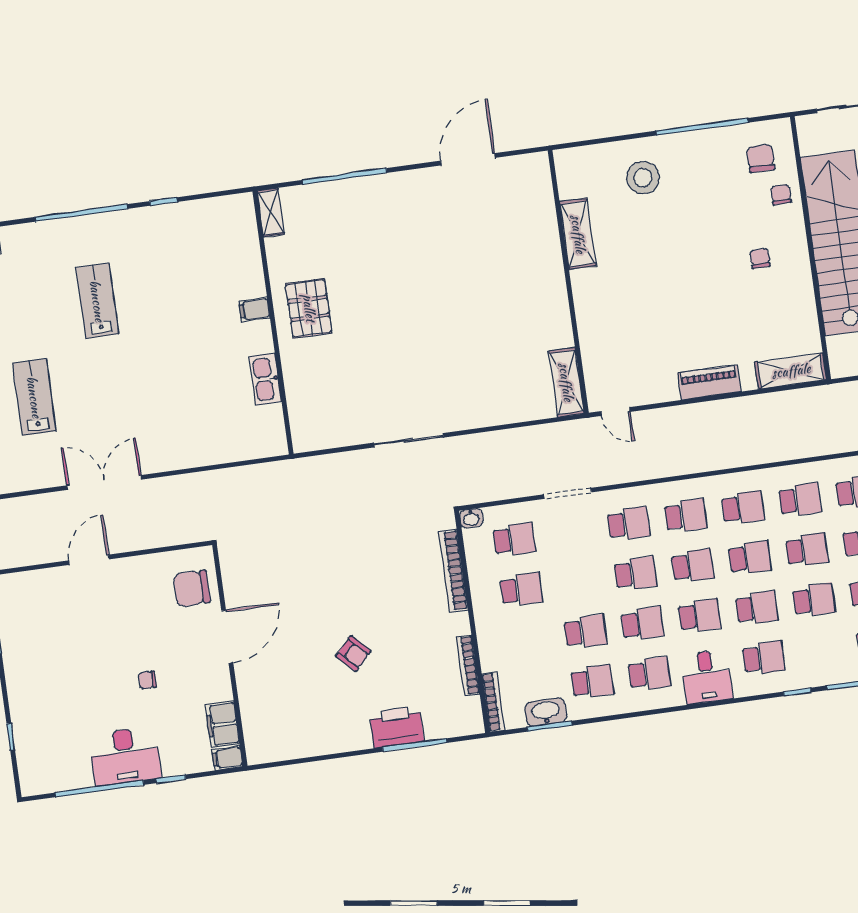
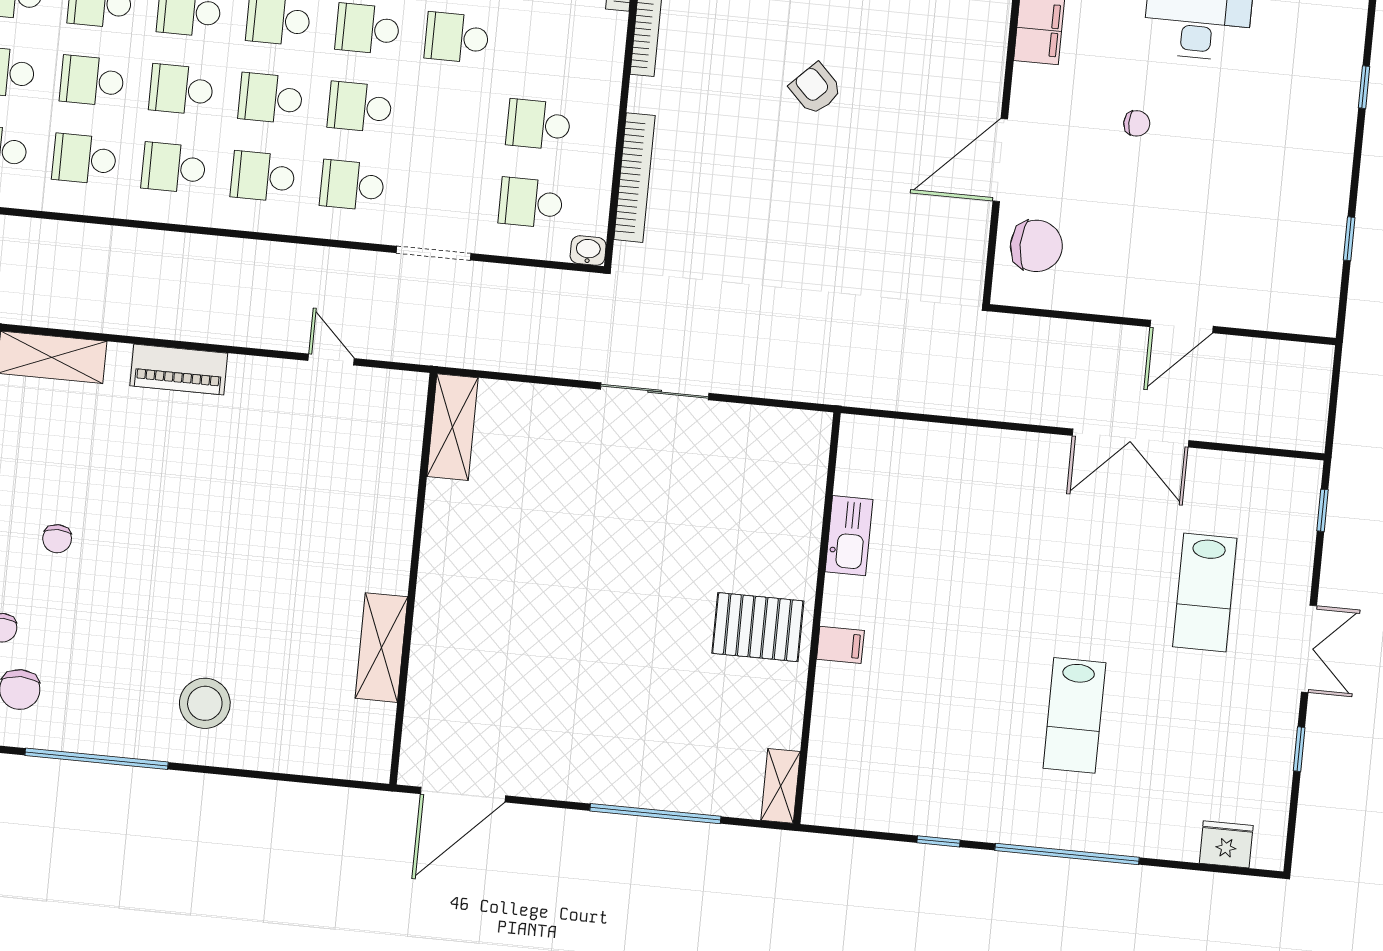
shelving: (578, 234) -> (381, 648), moved
wall: (568, 282) -> (413, 579), moved
pallet: (309, 308) -> (758, 627), turned 90
shelving: (566, 382) -> (452, 427), moved

